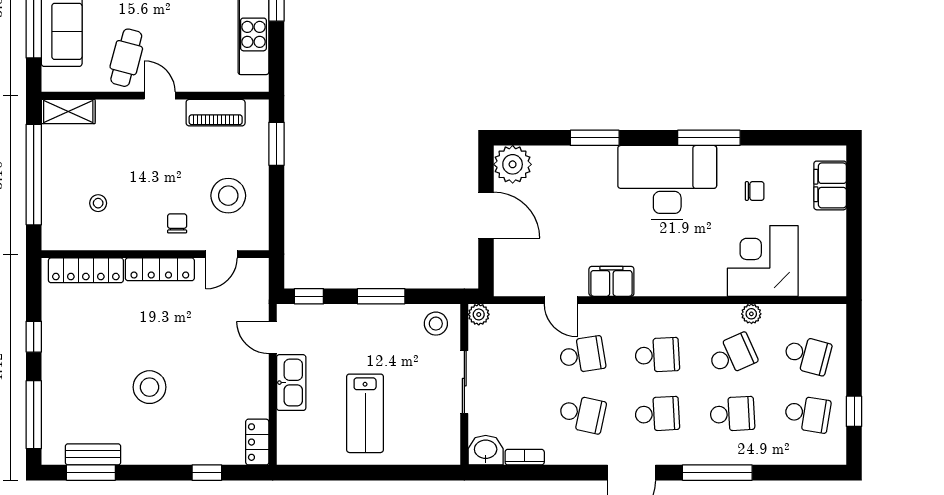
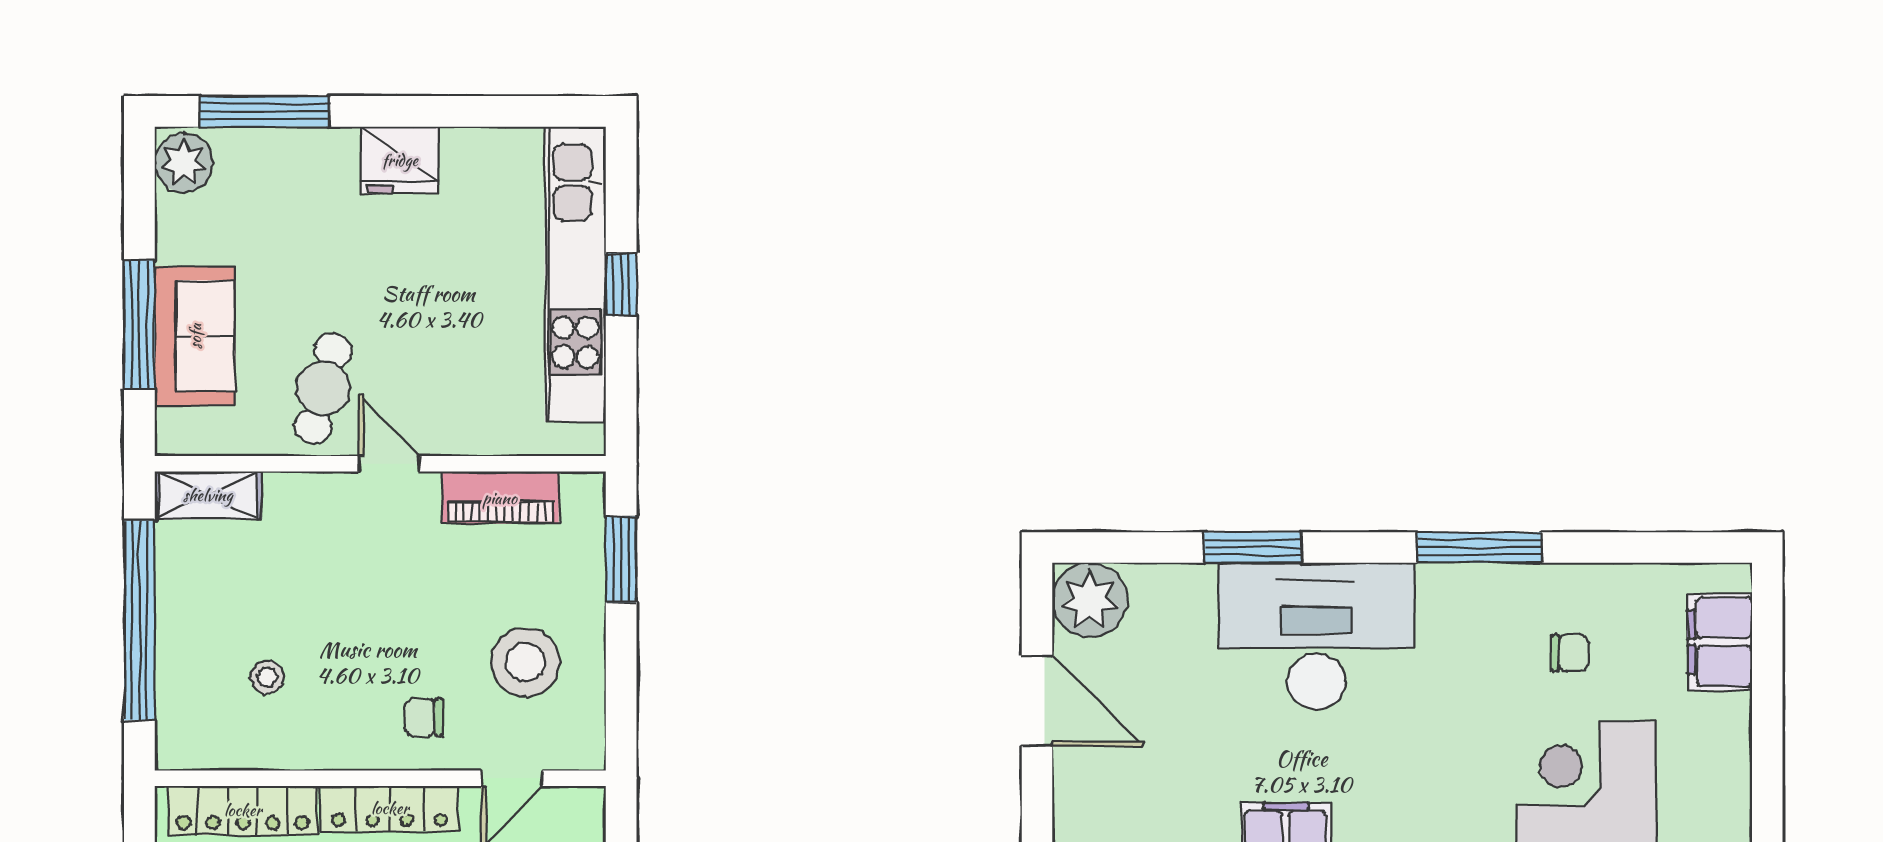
desk: (667, 182) -> (1317, 636), moved
chair: (177, 223) -> (424, 717), turned -90

